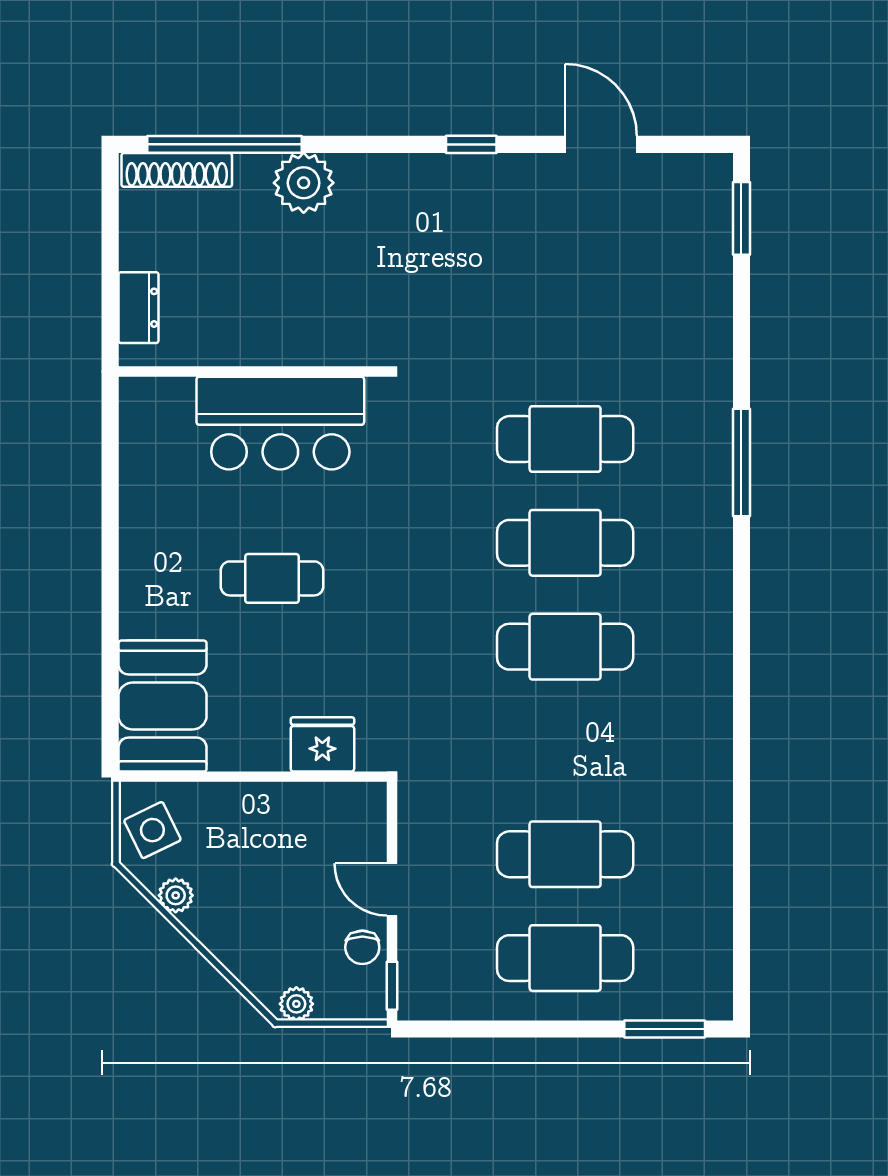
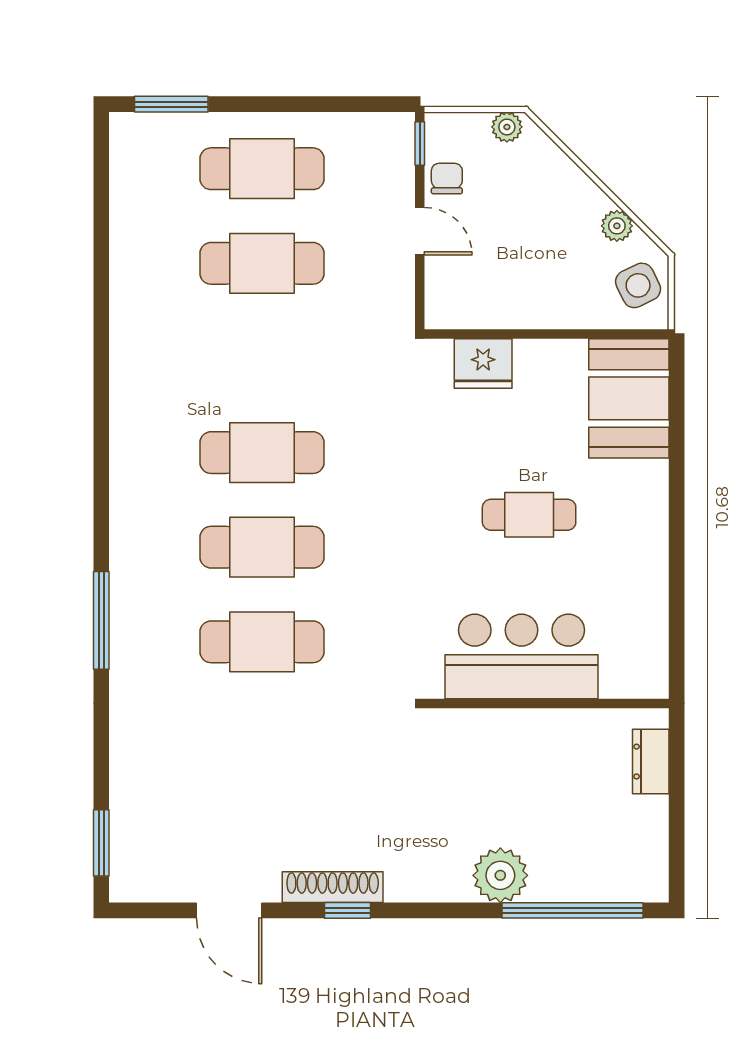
shoe rack: (177, 170) -> (333, 887), moved

